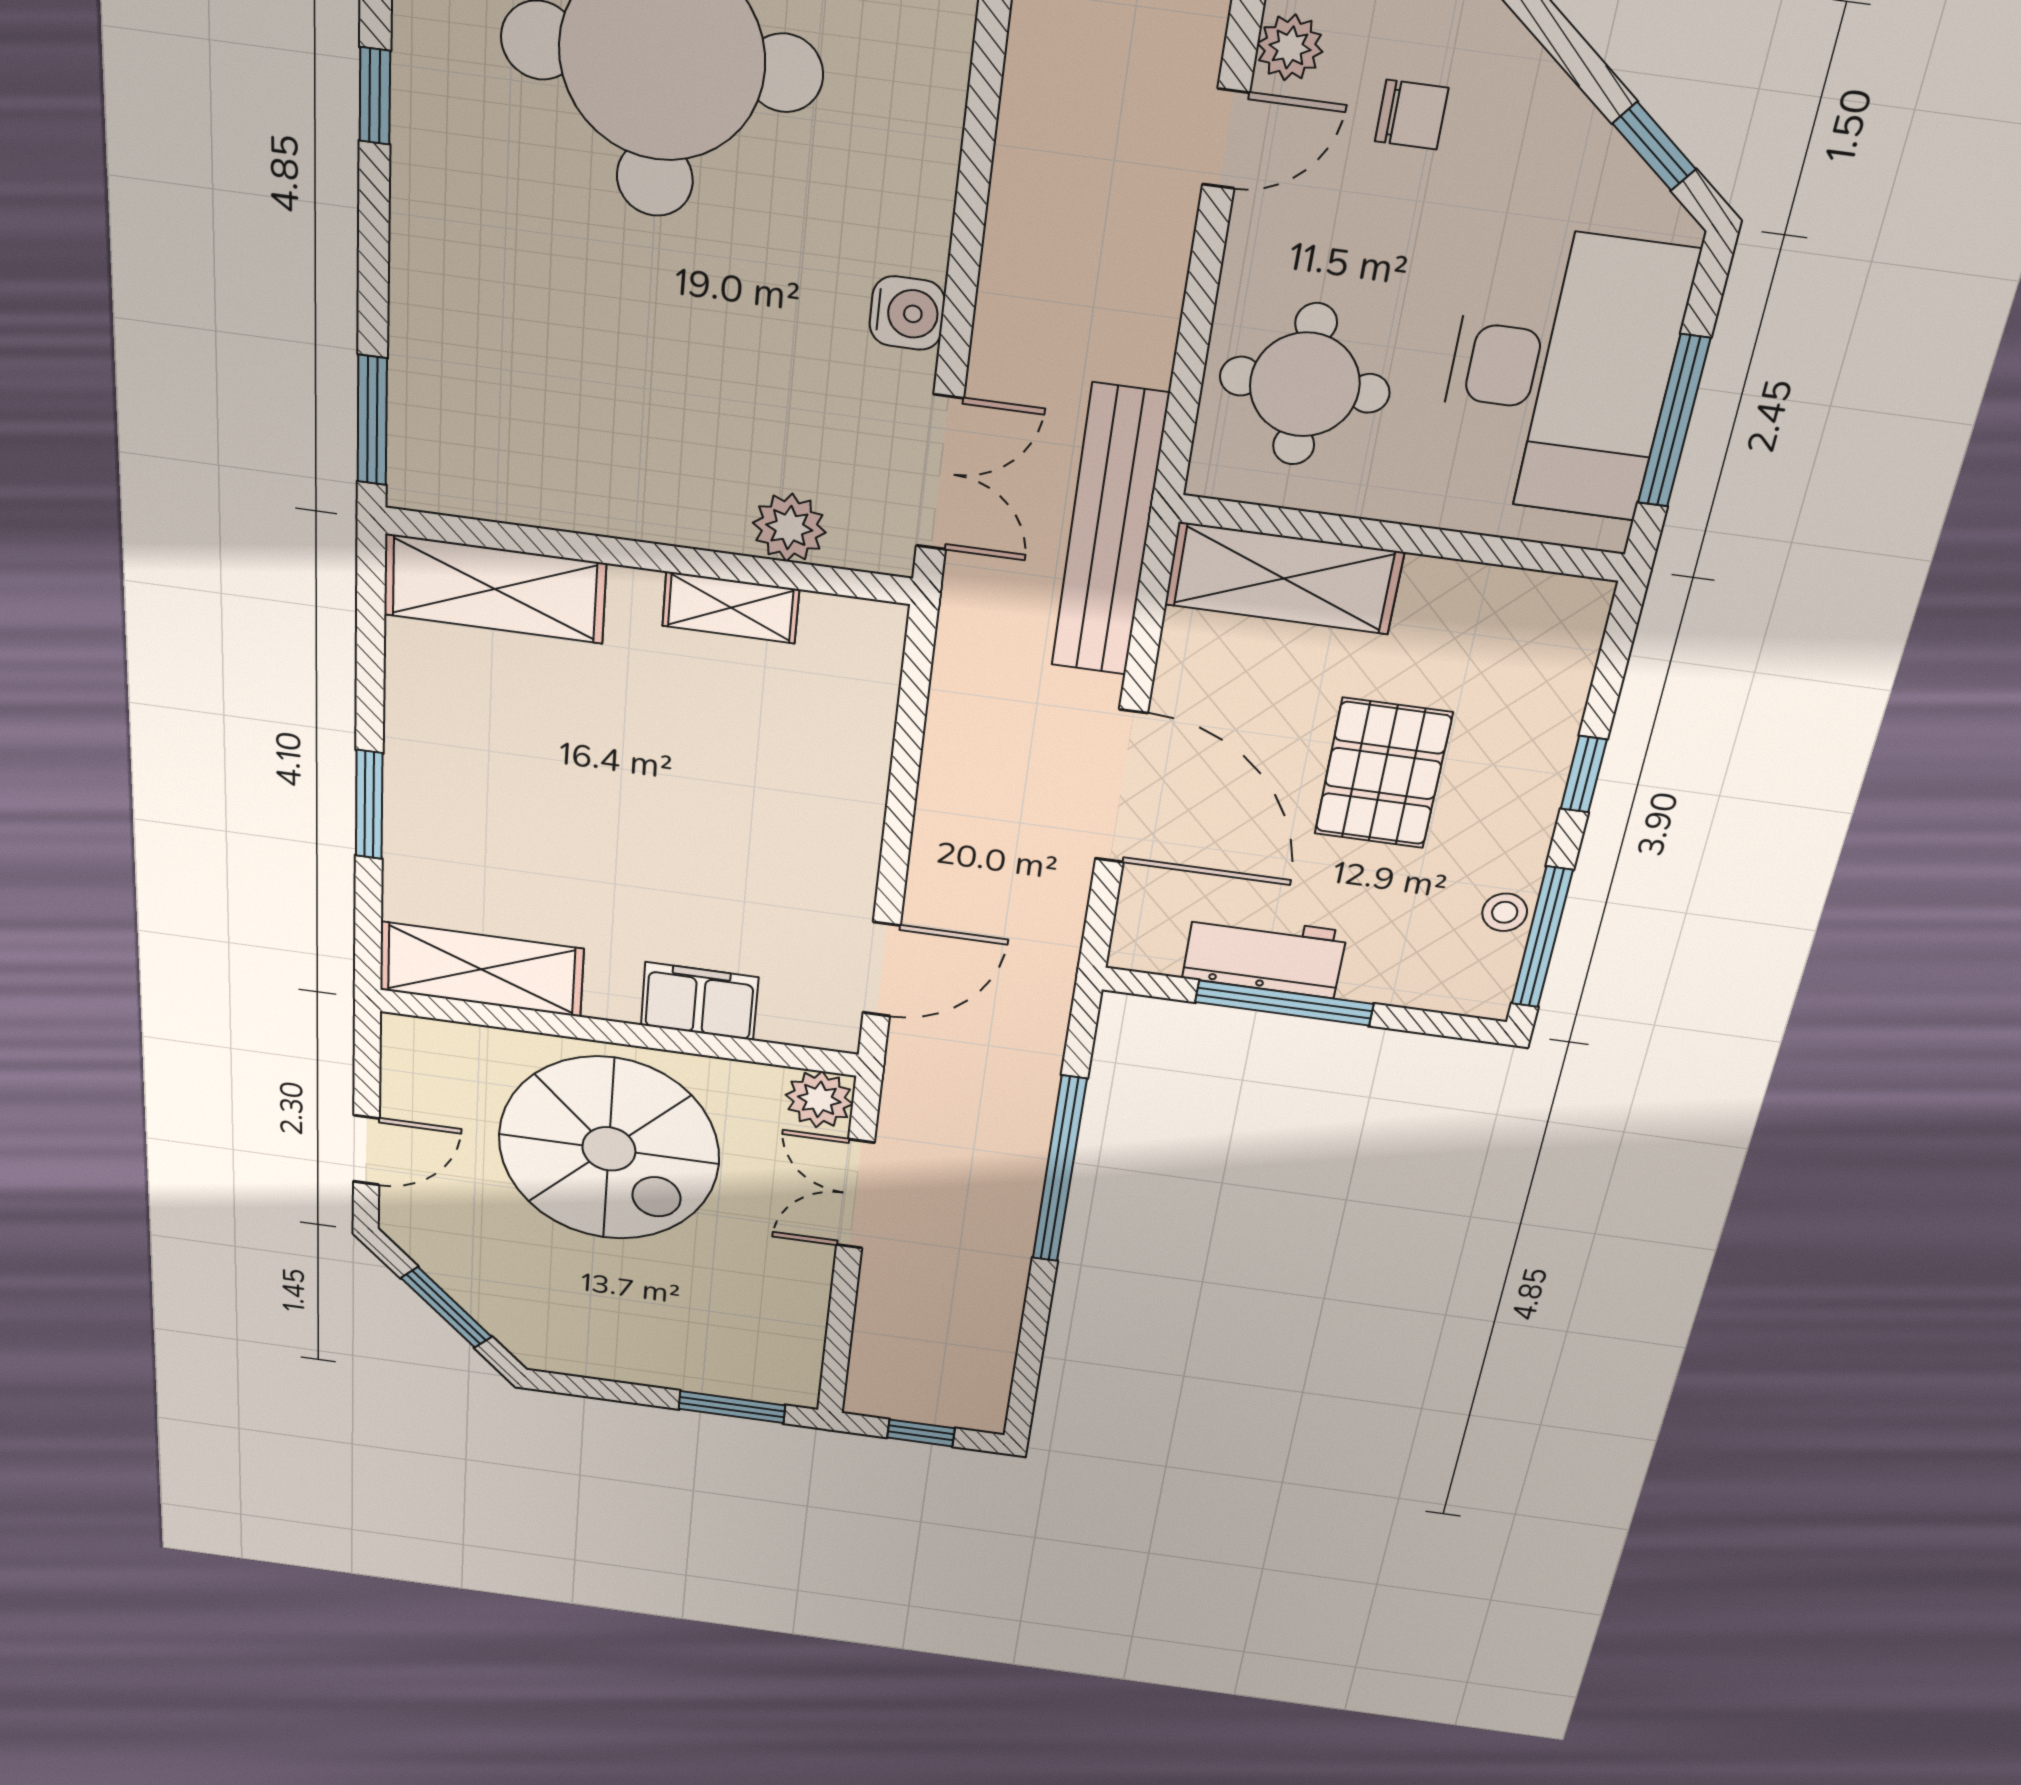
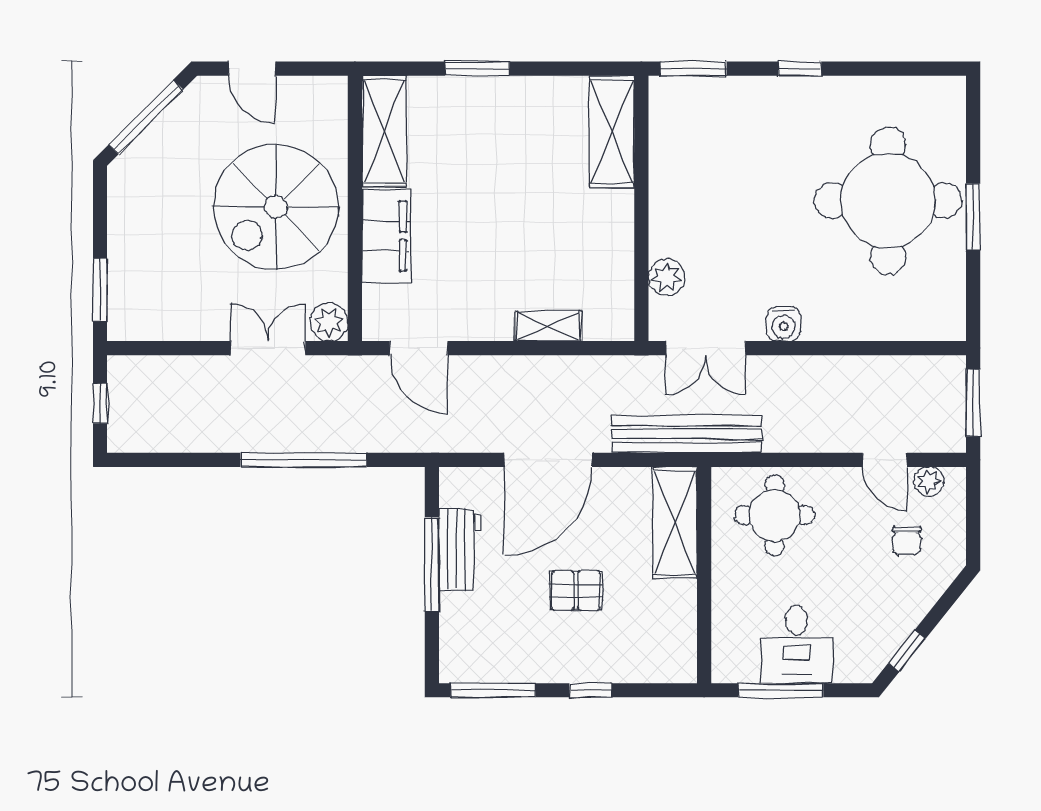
window: (375, 96) -> (800, 69), moved
desk: (1560, 373) -> (797, 644), width x0.53, depth x0.77
shelving: (731, 608) -> (548, 326), moved, turned 90
pallet: (1383, 774) -> (576, 591), width x0.67, depth x0.71
stool: (1505, 912) -> (505, 668), removed
filing cabinet: (699, 1001) -> (386, 236), width x1.50, depth x1.17
window: (446, 1308) -> (146, 117), width x1.44

